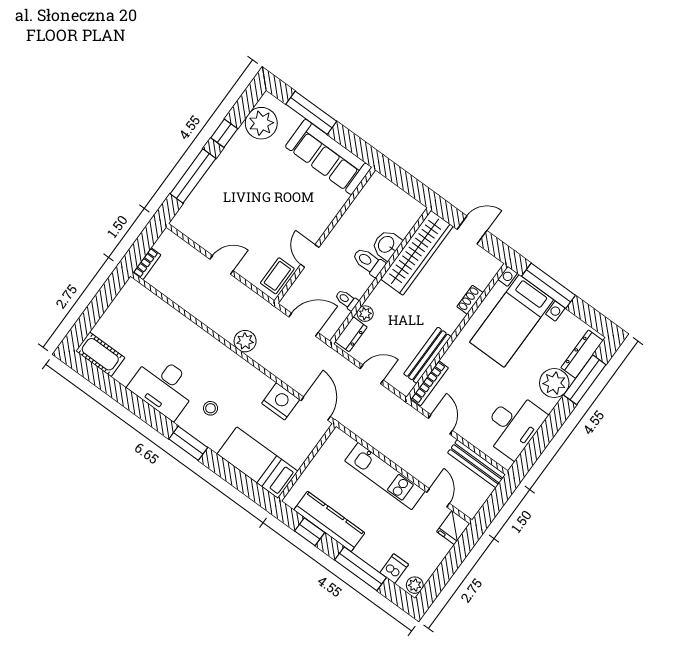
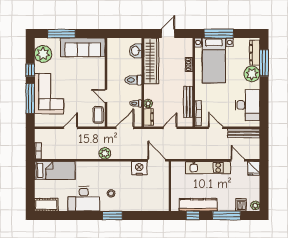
corner sofa: (226, 190) -> (49, 94), added
washbasin: (387, 245) -> (136, 51), moved
bed: (257, 463) -> (55, 170), moved, turned 180

